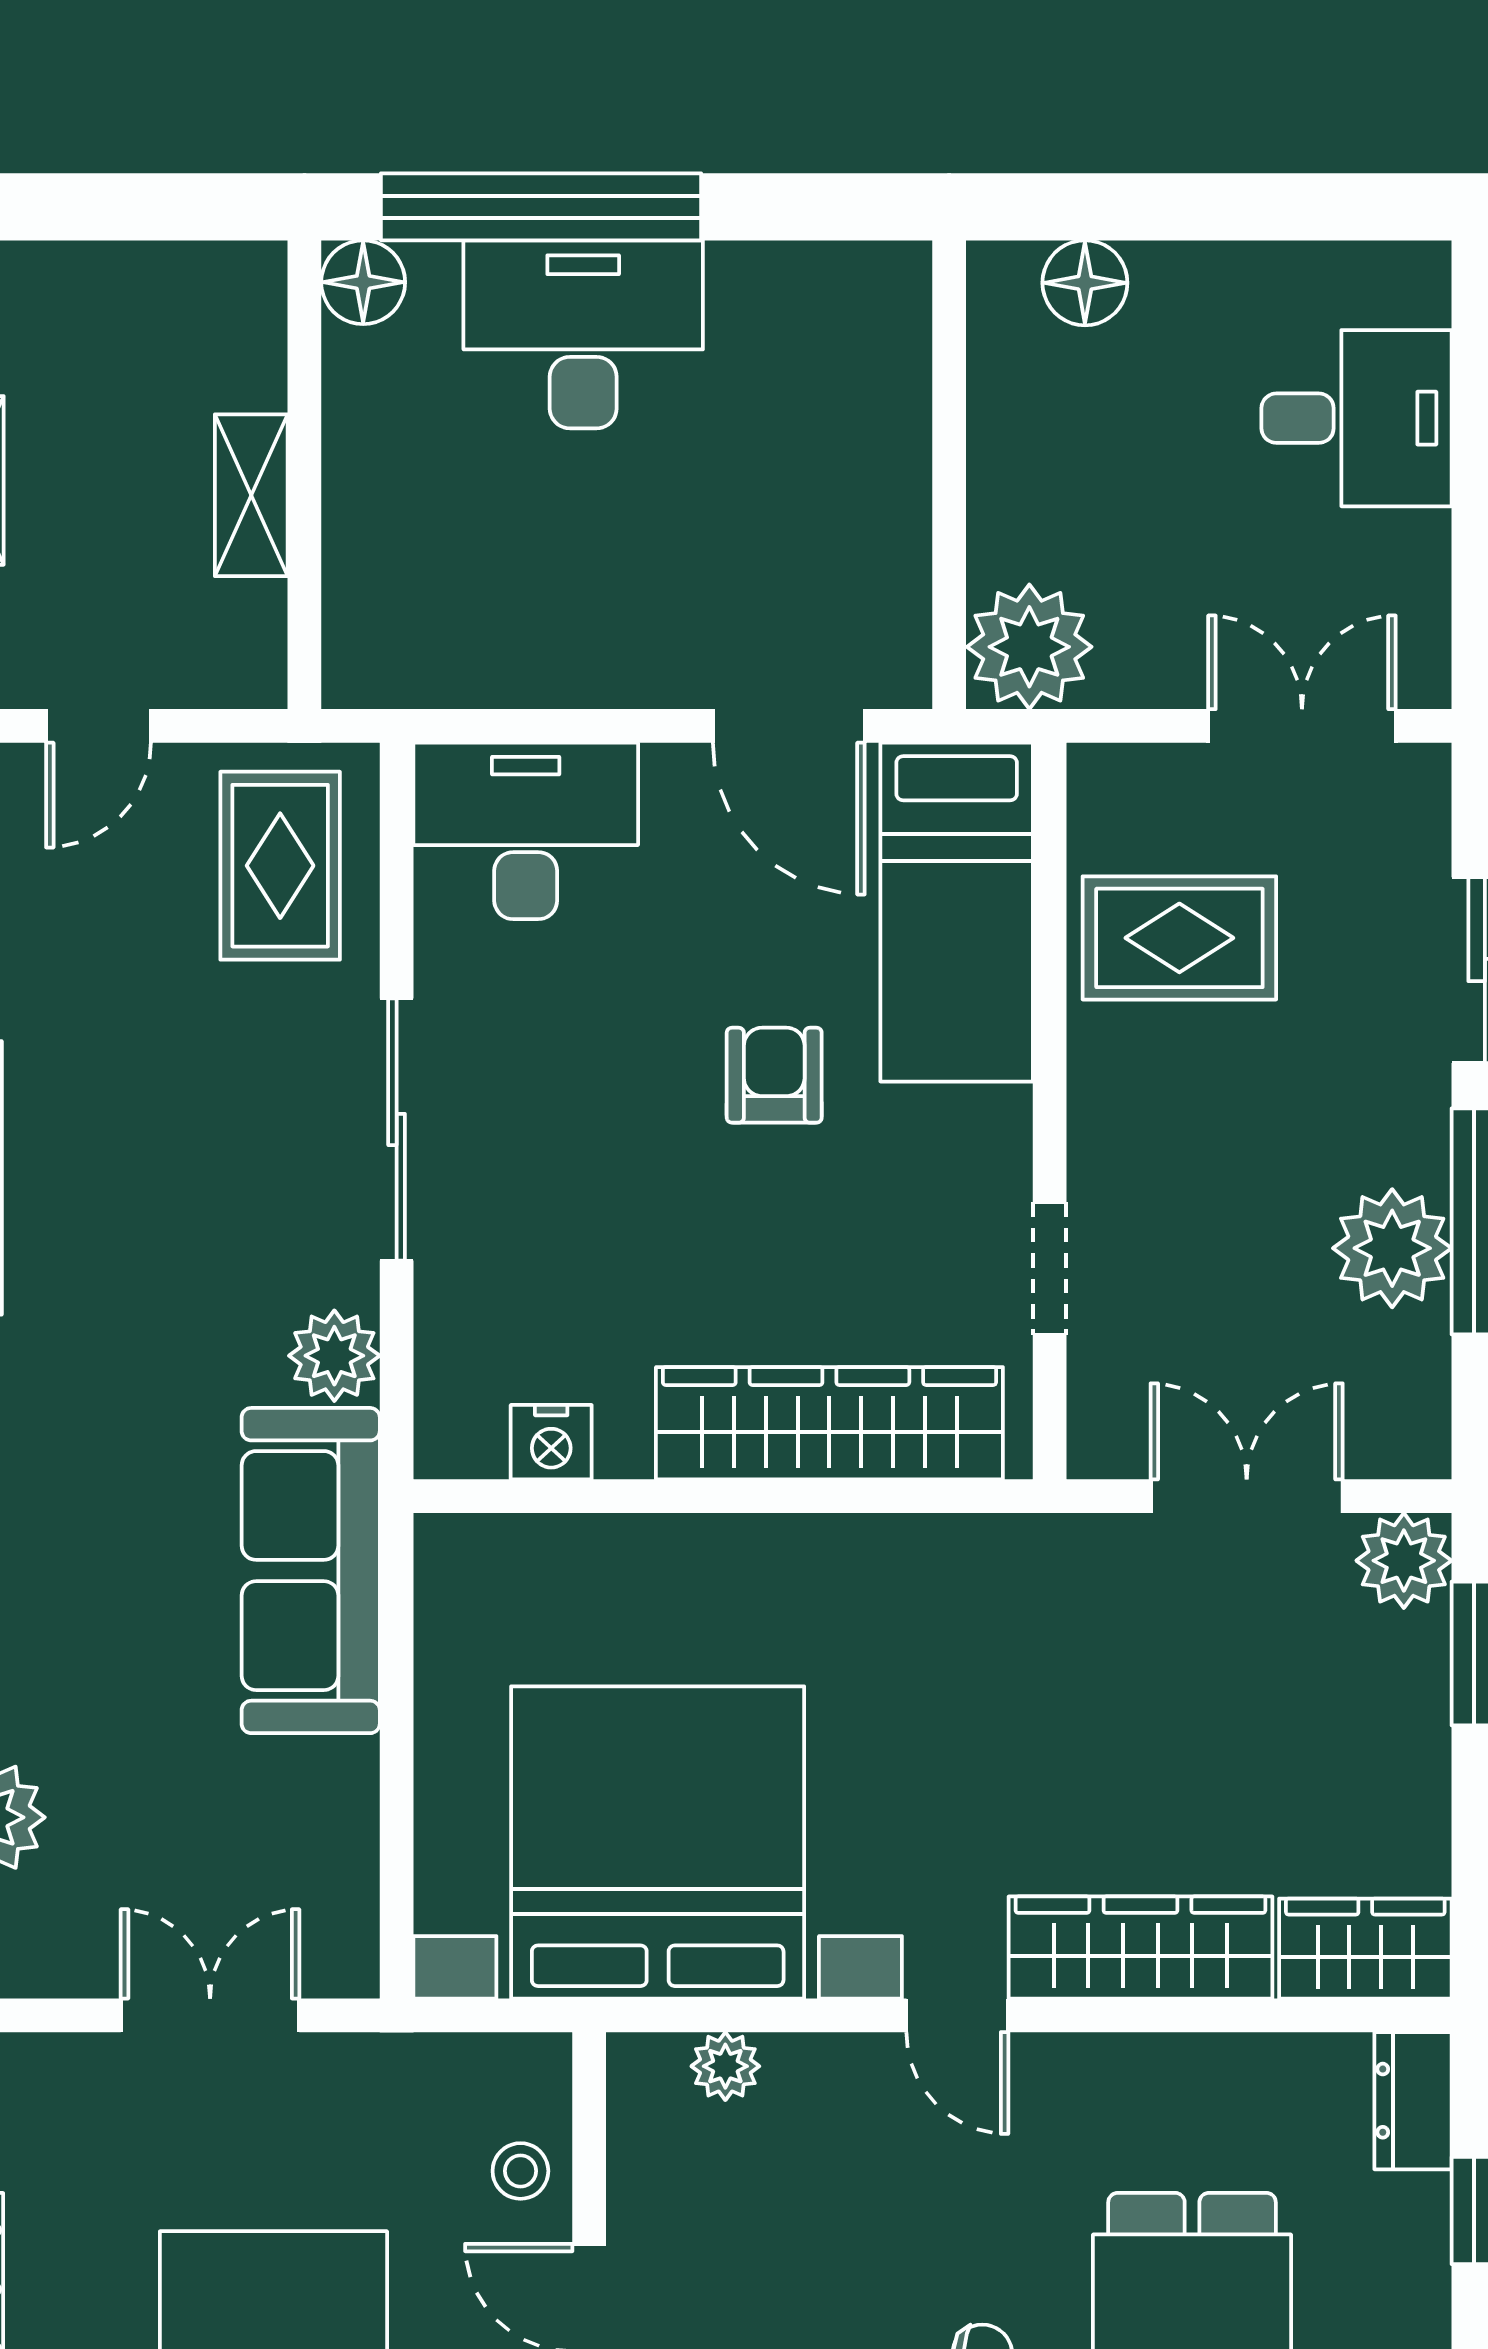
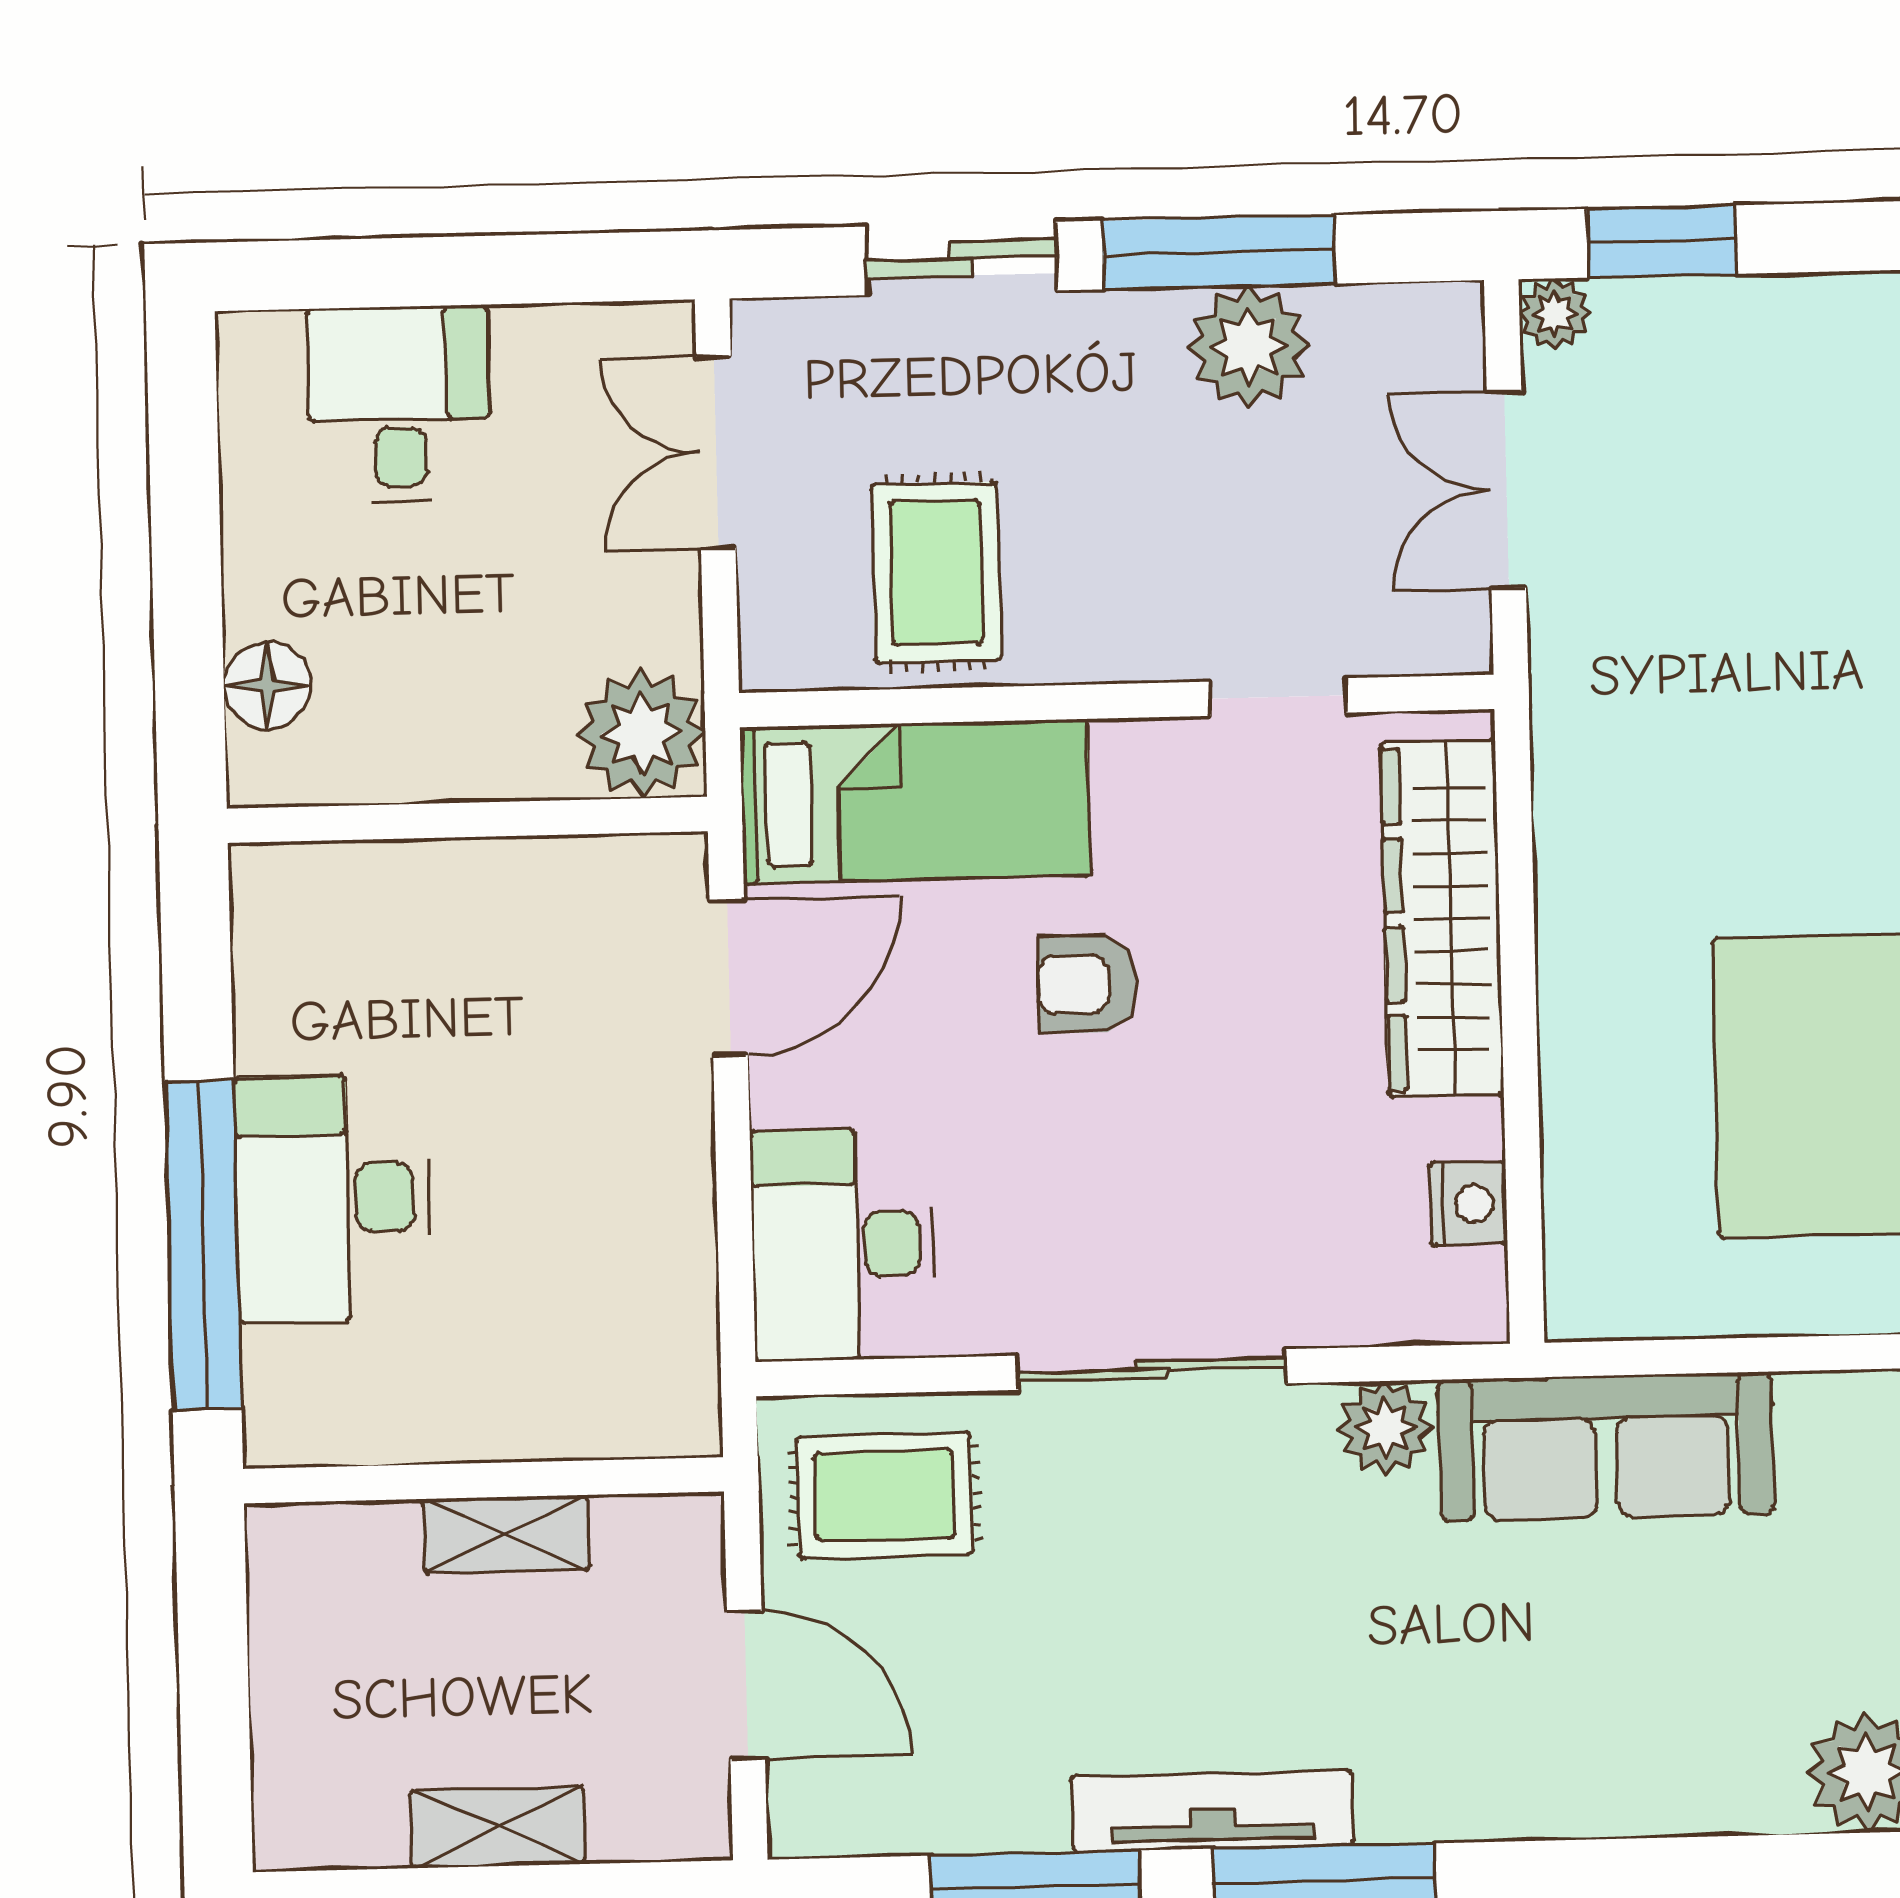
floor lamp: (363, 282) -> (285, 1425), removed
door: (98, 726) -> (746, 1685), width x1.38
plant: (1404, 1561) -> (1555, 314), width x0.73, depth x0.73

